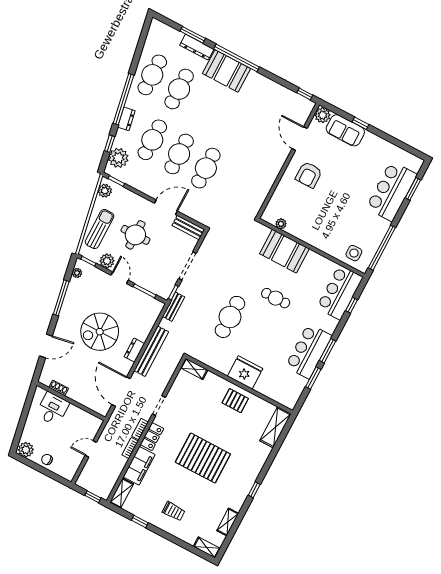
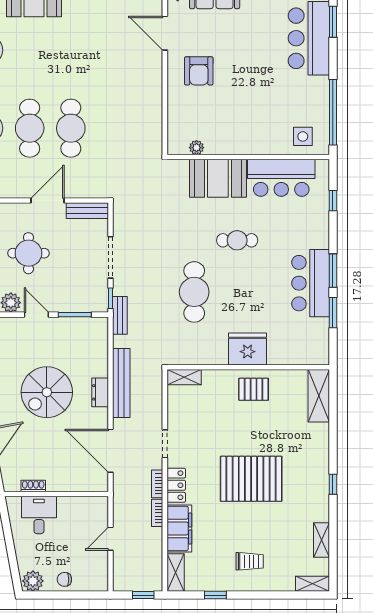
bar counter: (340, 292) -> (281, 178), moved, turned -90

